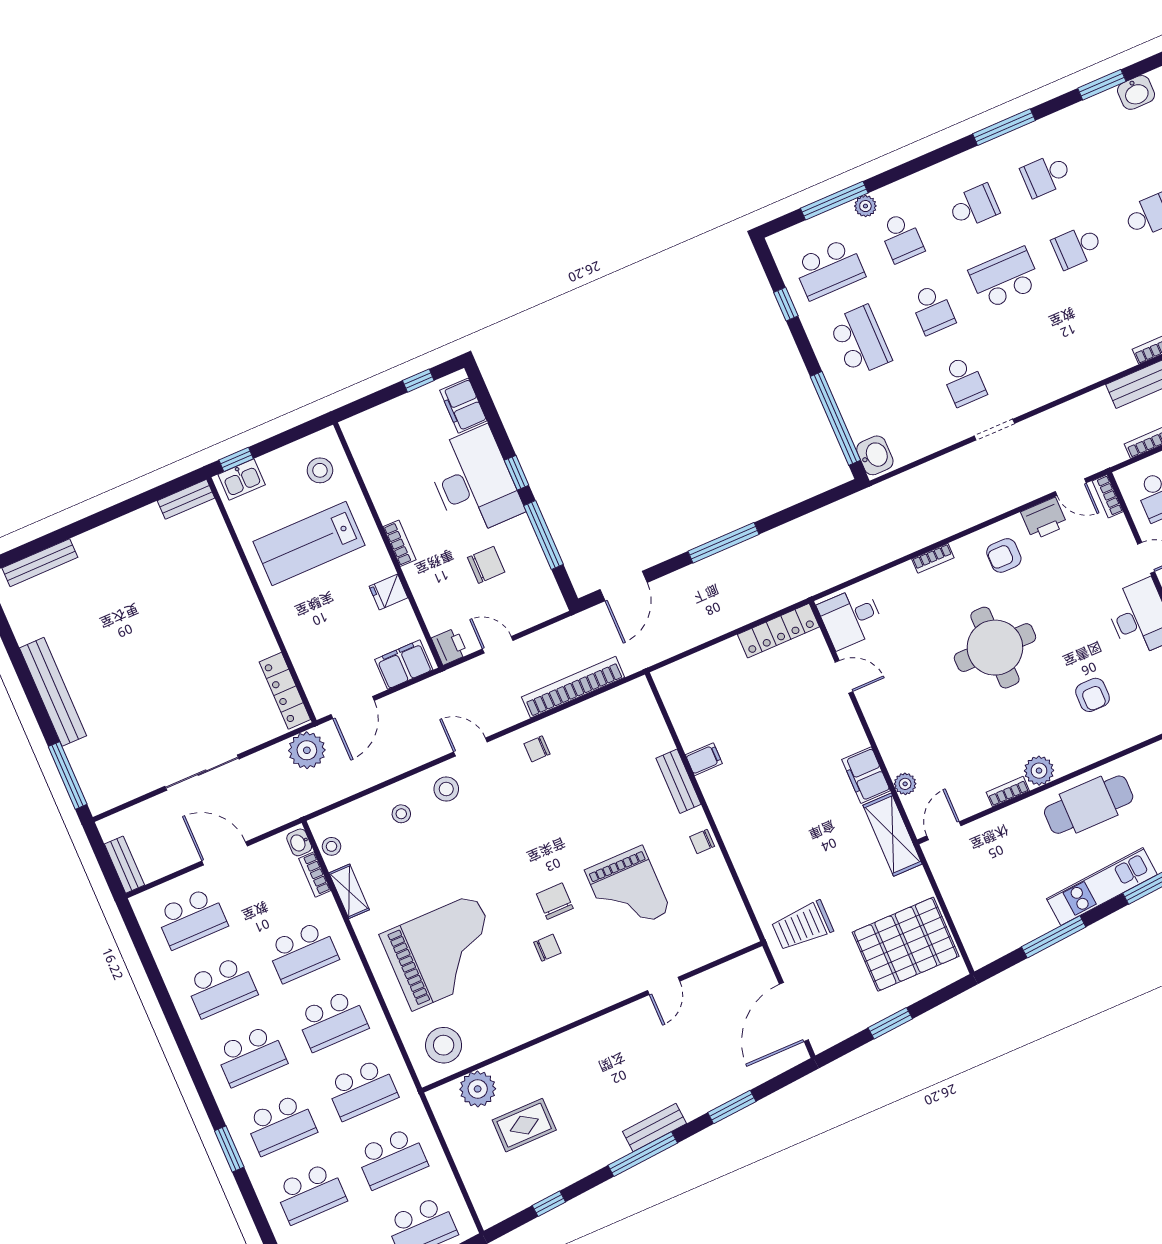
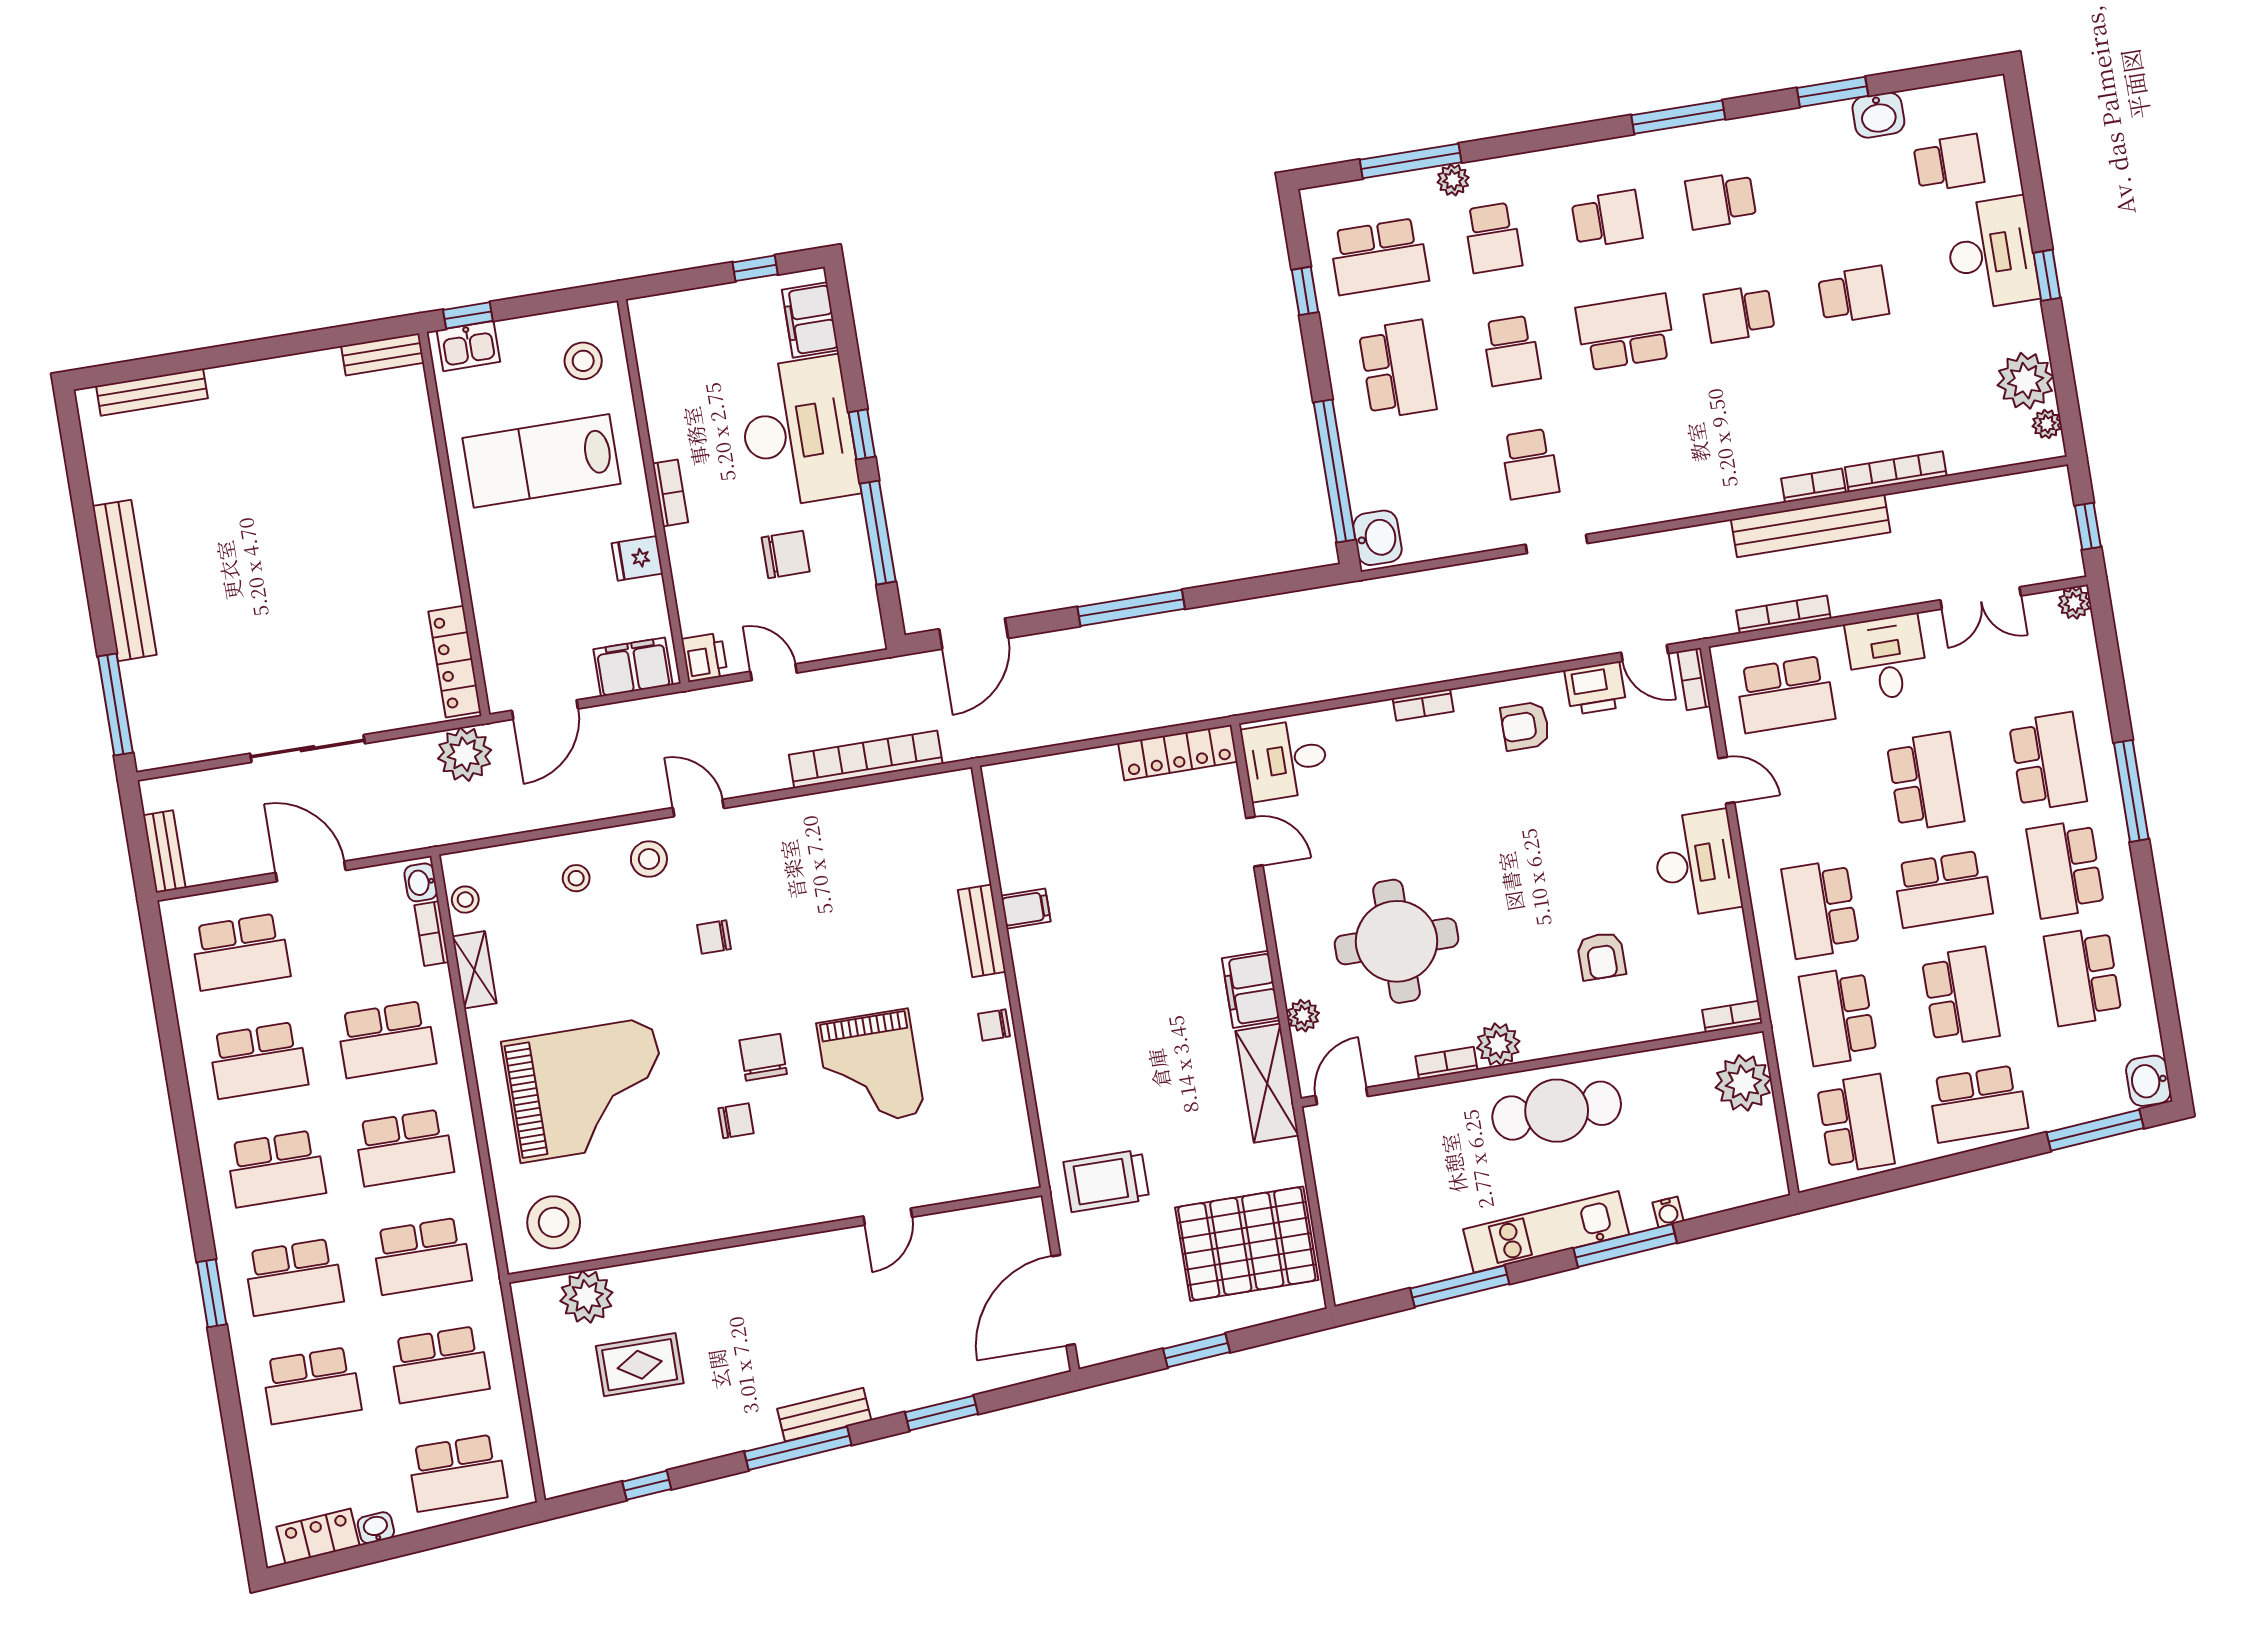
round table: (995, 648) -> (1397, 941), moved
chair: (537, 749) -> (714, 937), moved

